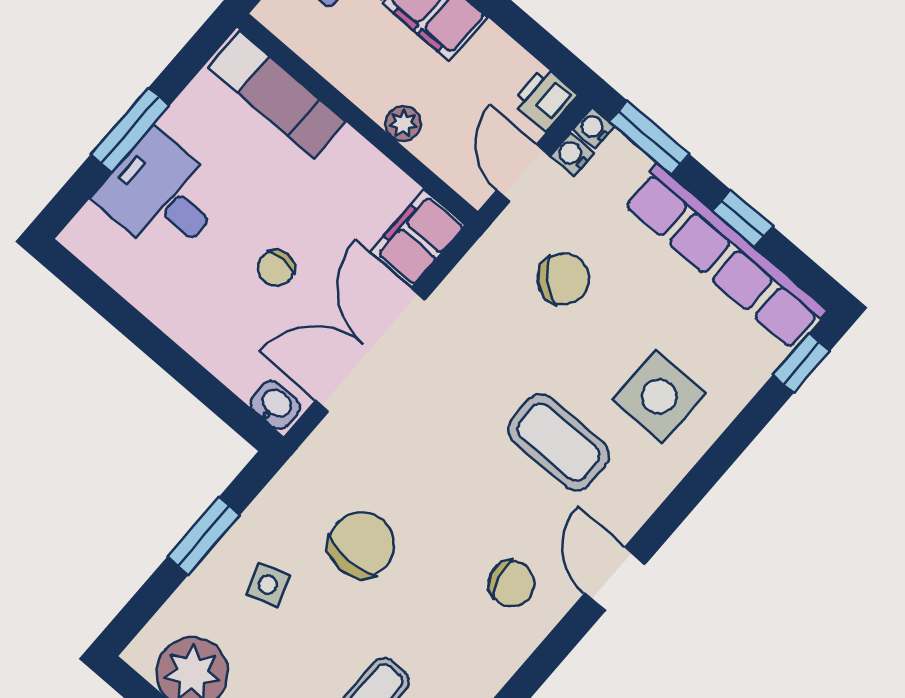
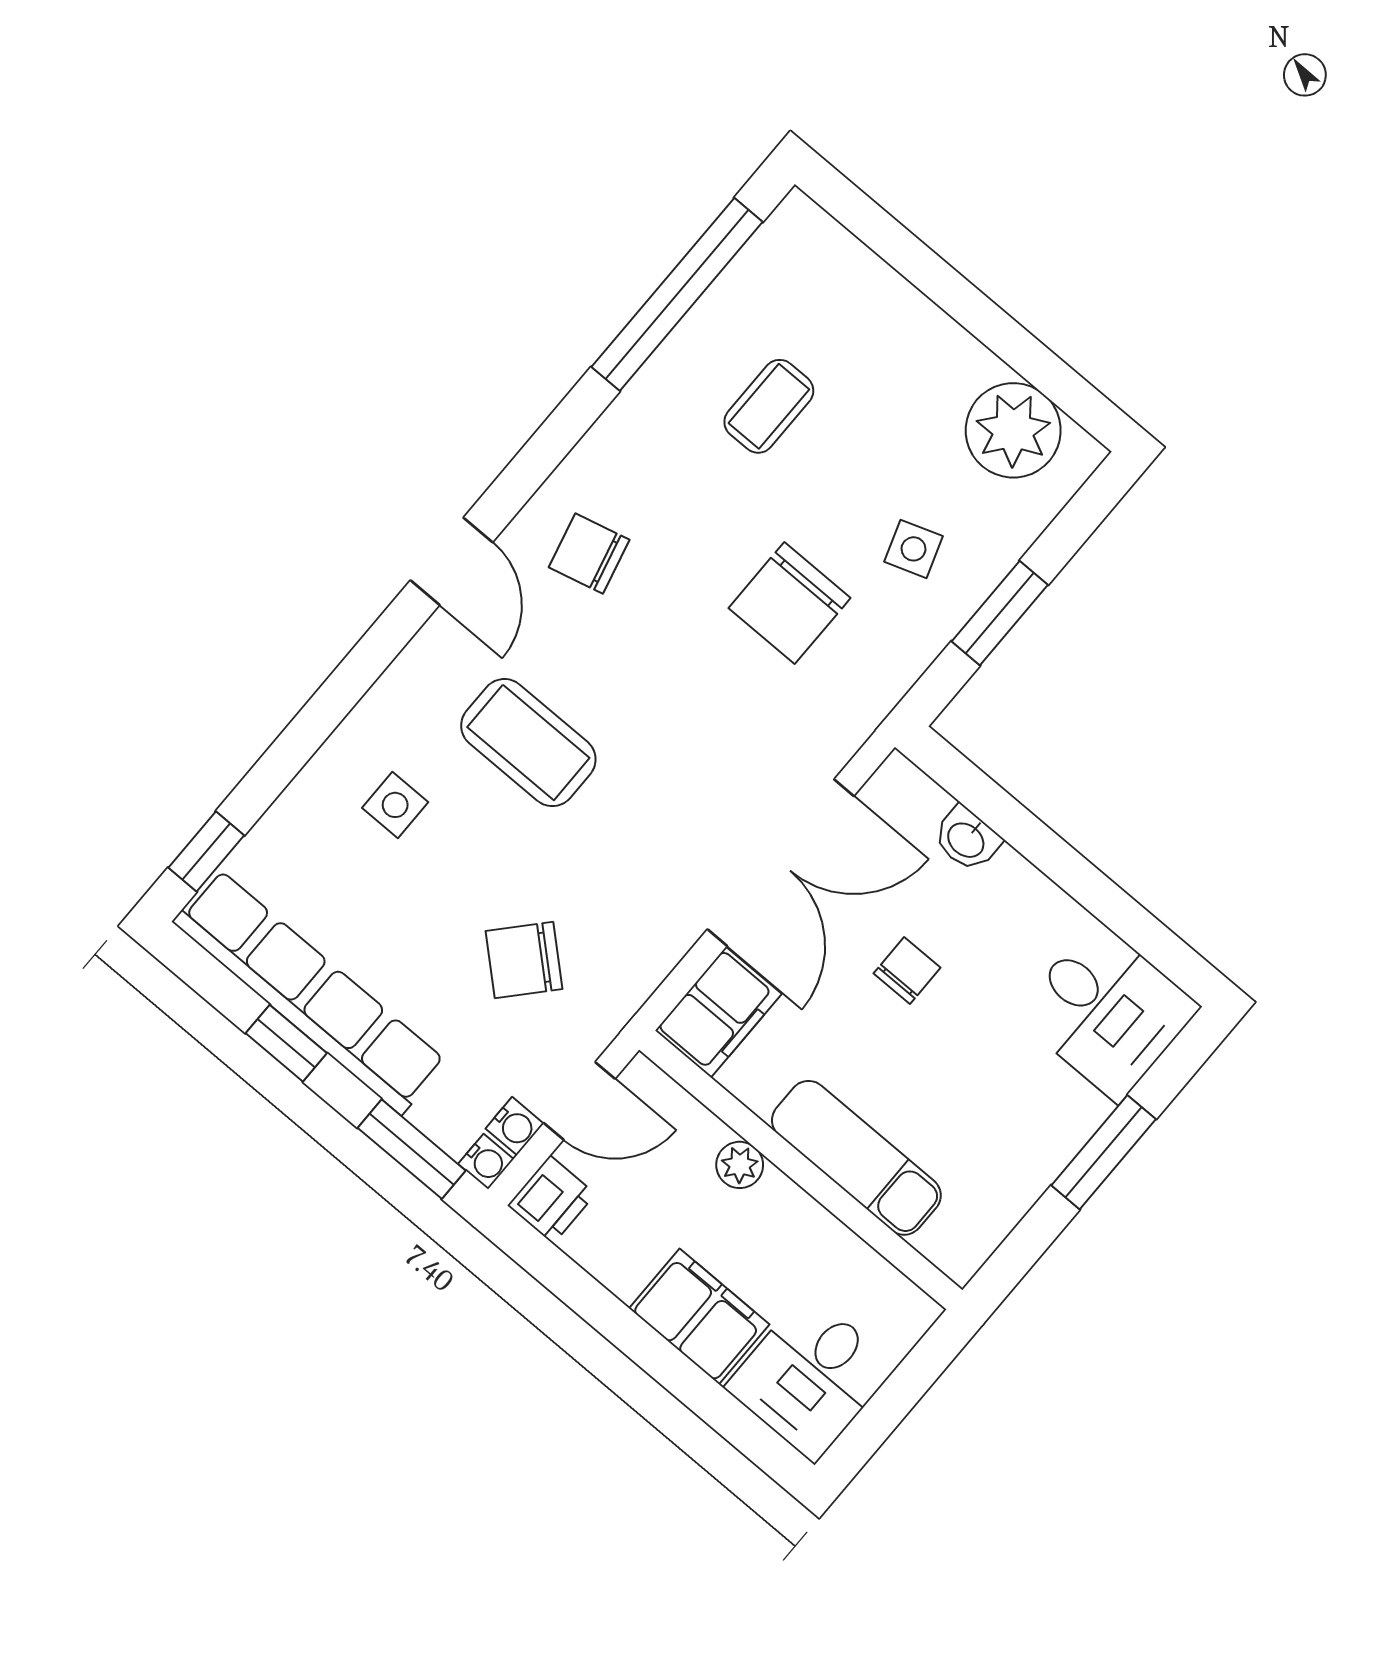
exam couch: (277, 95) -> (856, 1158), moved
door: (523, 173) -> (579, 1101), hinge flipped
desk: (161, 196) -> (1107, 1011), moved
side table: (659, 396) -> (395, 805), width x0.54, depth x0.54
washbasin: (275, 405) -> (967, 839), moved

